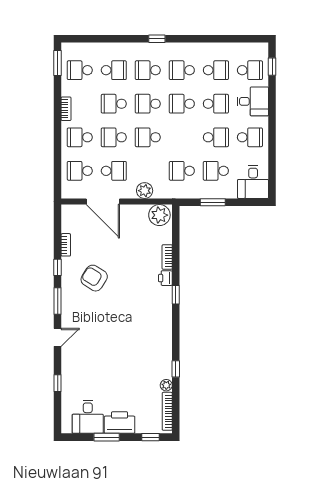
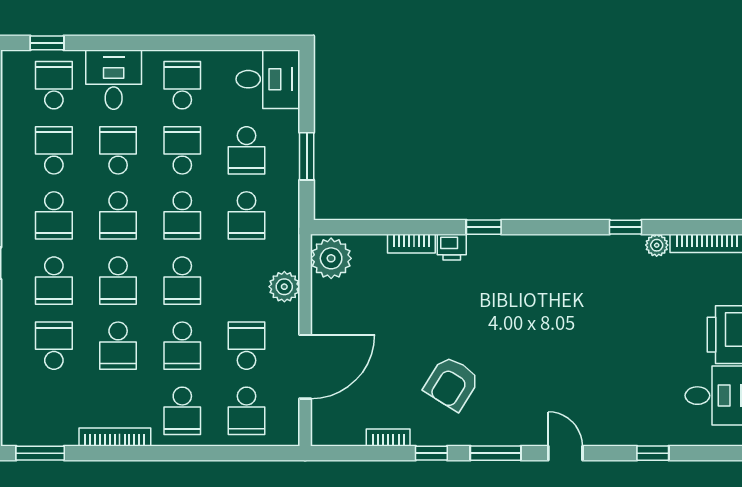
school desk: (80, 70) -> (182, 215), moved
bookcase: (66, 109) -> (115, 437), width x1.56

